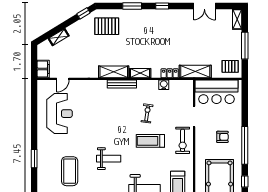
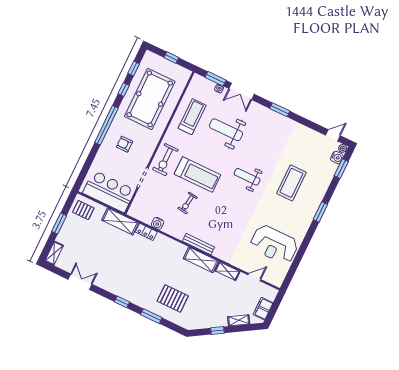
window: (83, 13) -> (217, 330), moved
pallet: (107, 26) -> (173, 298), moved
window: (245, 46) -> (59, 224), width x0.69
filing cabinet: (43, 69) -> (263, 309), moved
shelving: (140, 73) -> (227, 271), moved
reception desk: (60, 114) -> (274, 244), turned -90
exercise bike: (183, 140) -> (165, 160), turned 180
treadmill: (150, 141) -> (197, 174), width x1.37, depth x1.38

